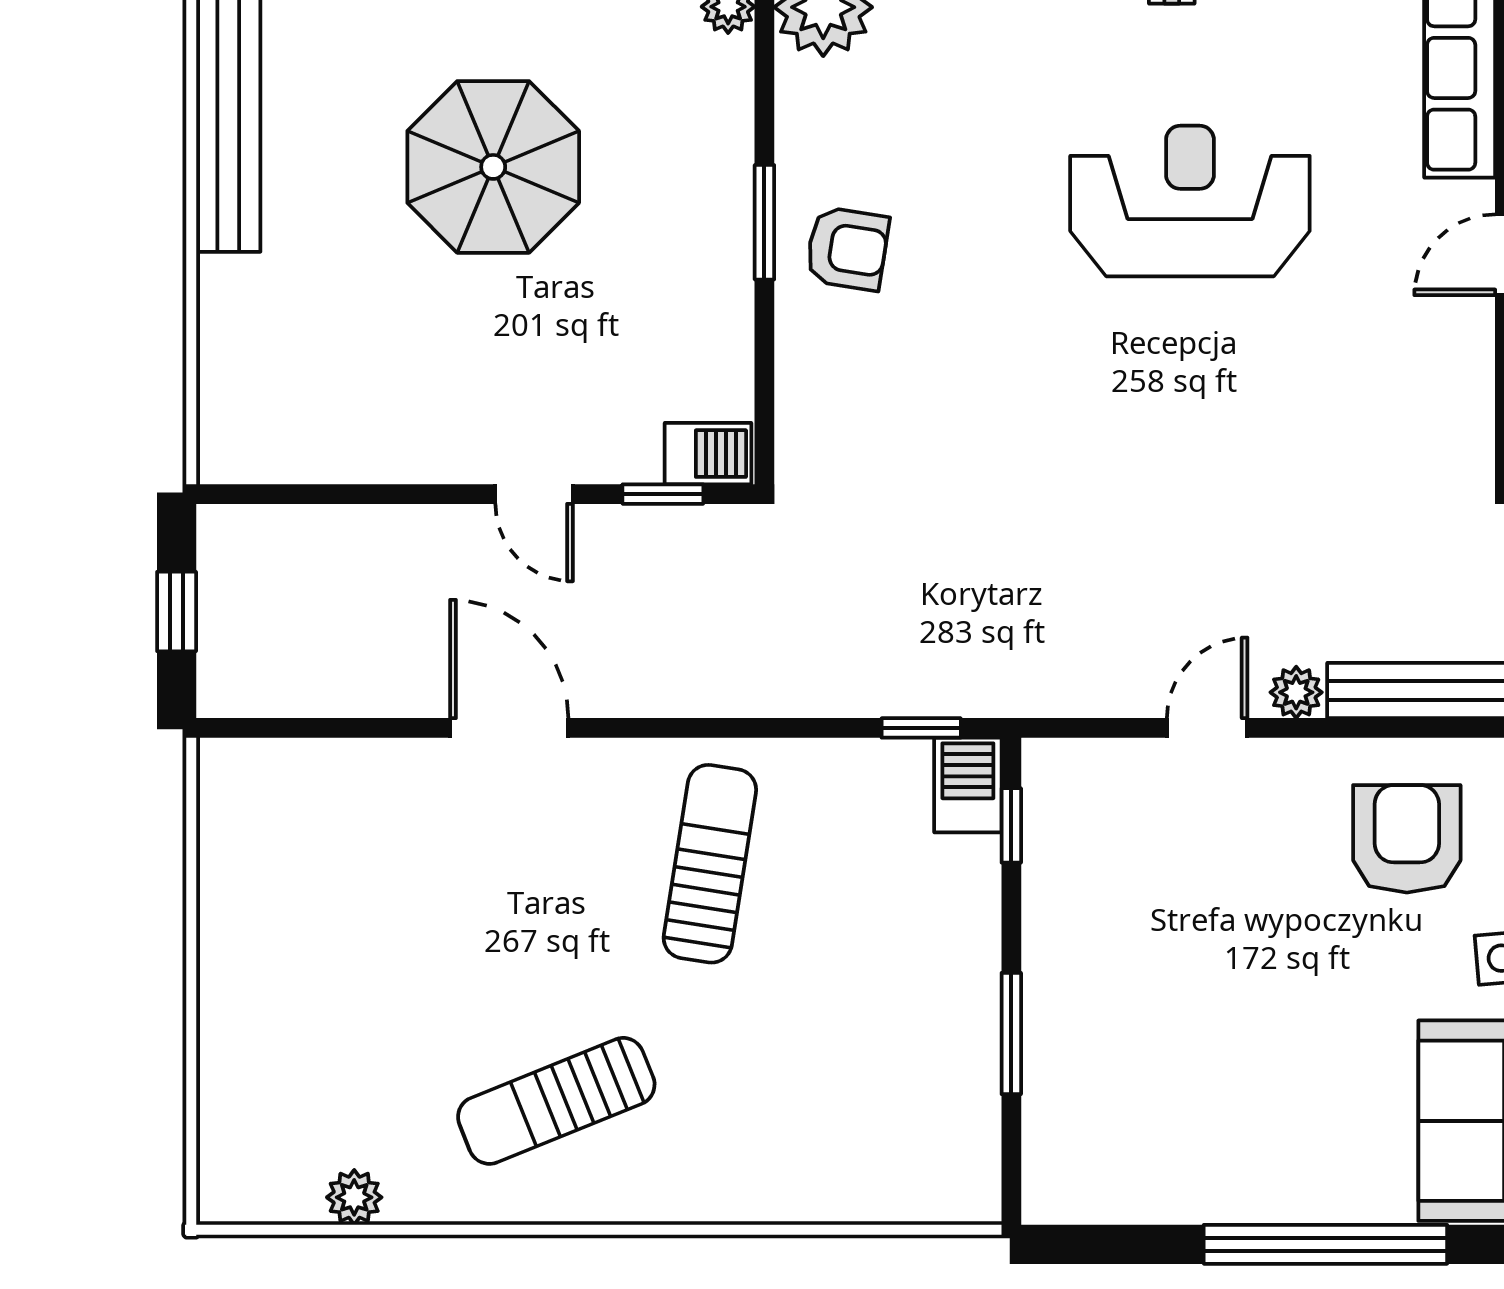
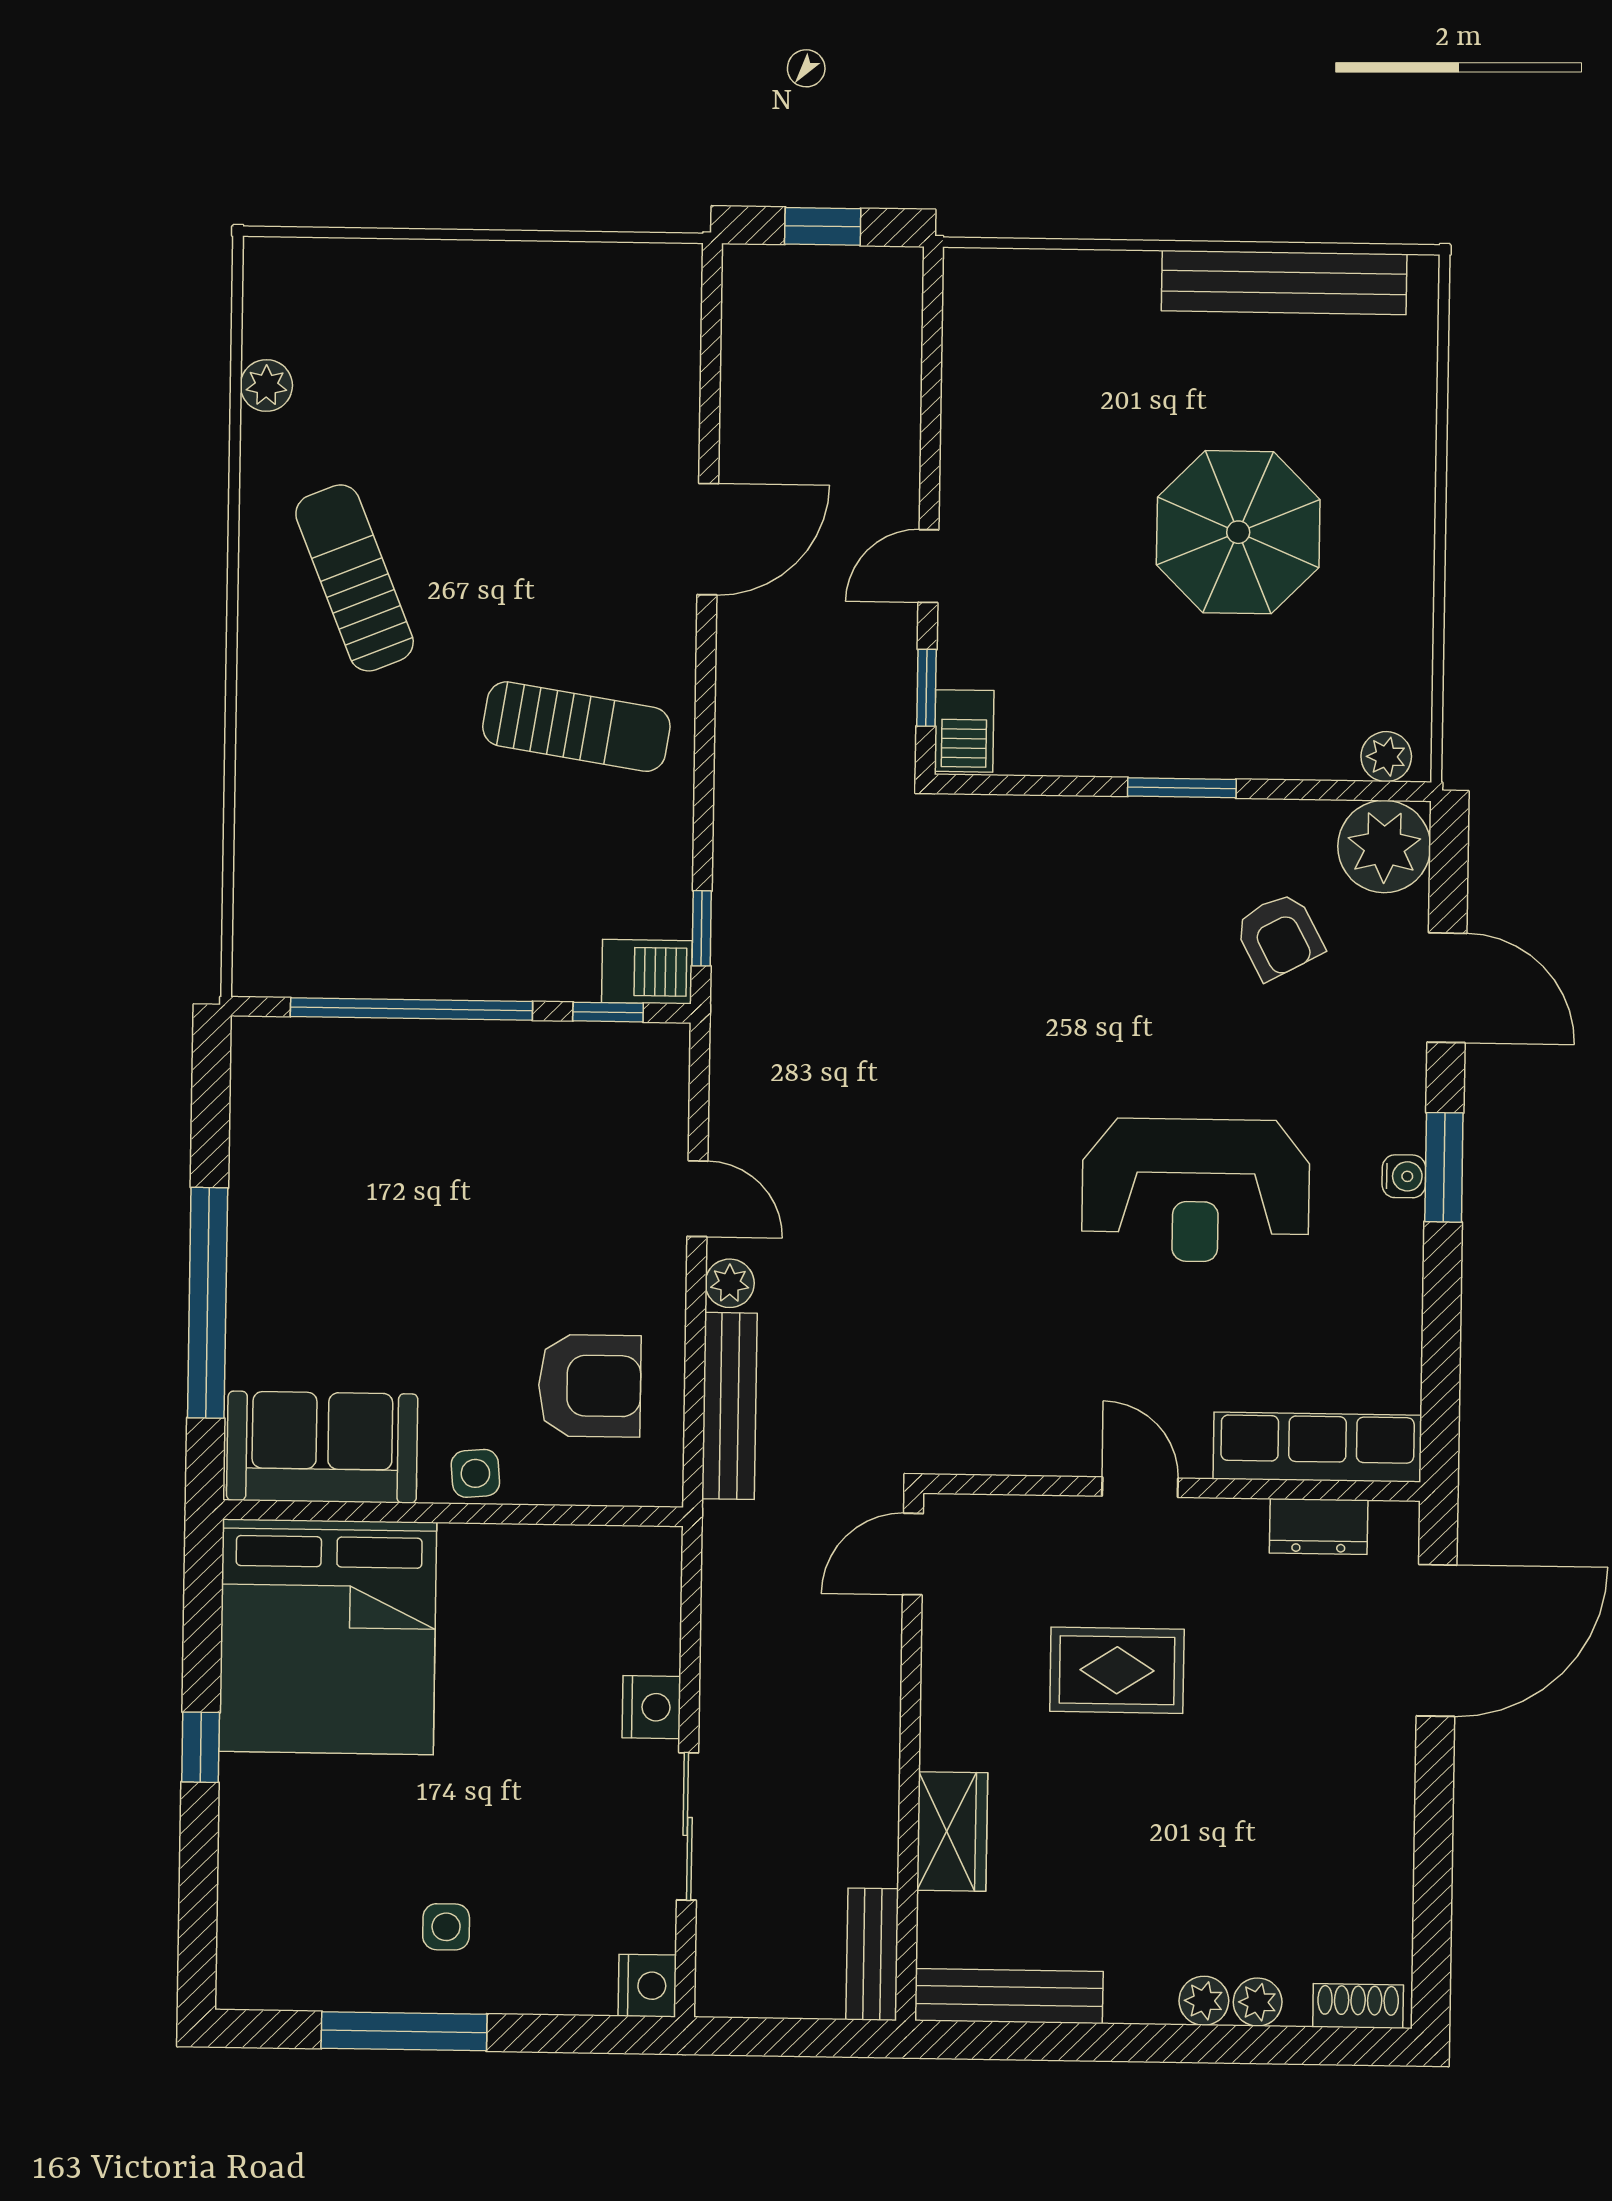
reception desk: (1190, 201) -> (1196, 1190), turned 90
armchair: (847, 249) -> (1279, 936), moved, turned -37
window: (1011, 1033) -> (411, 1009), width x2.11

